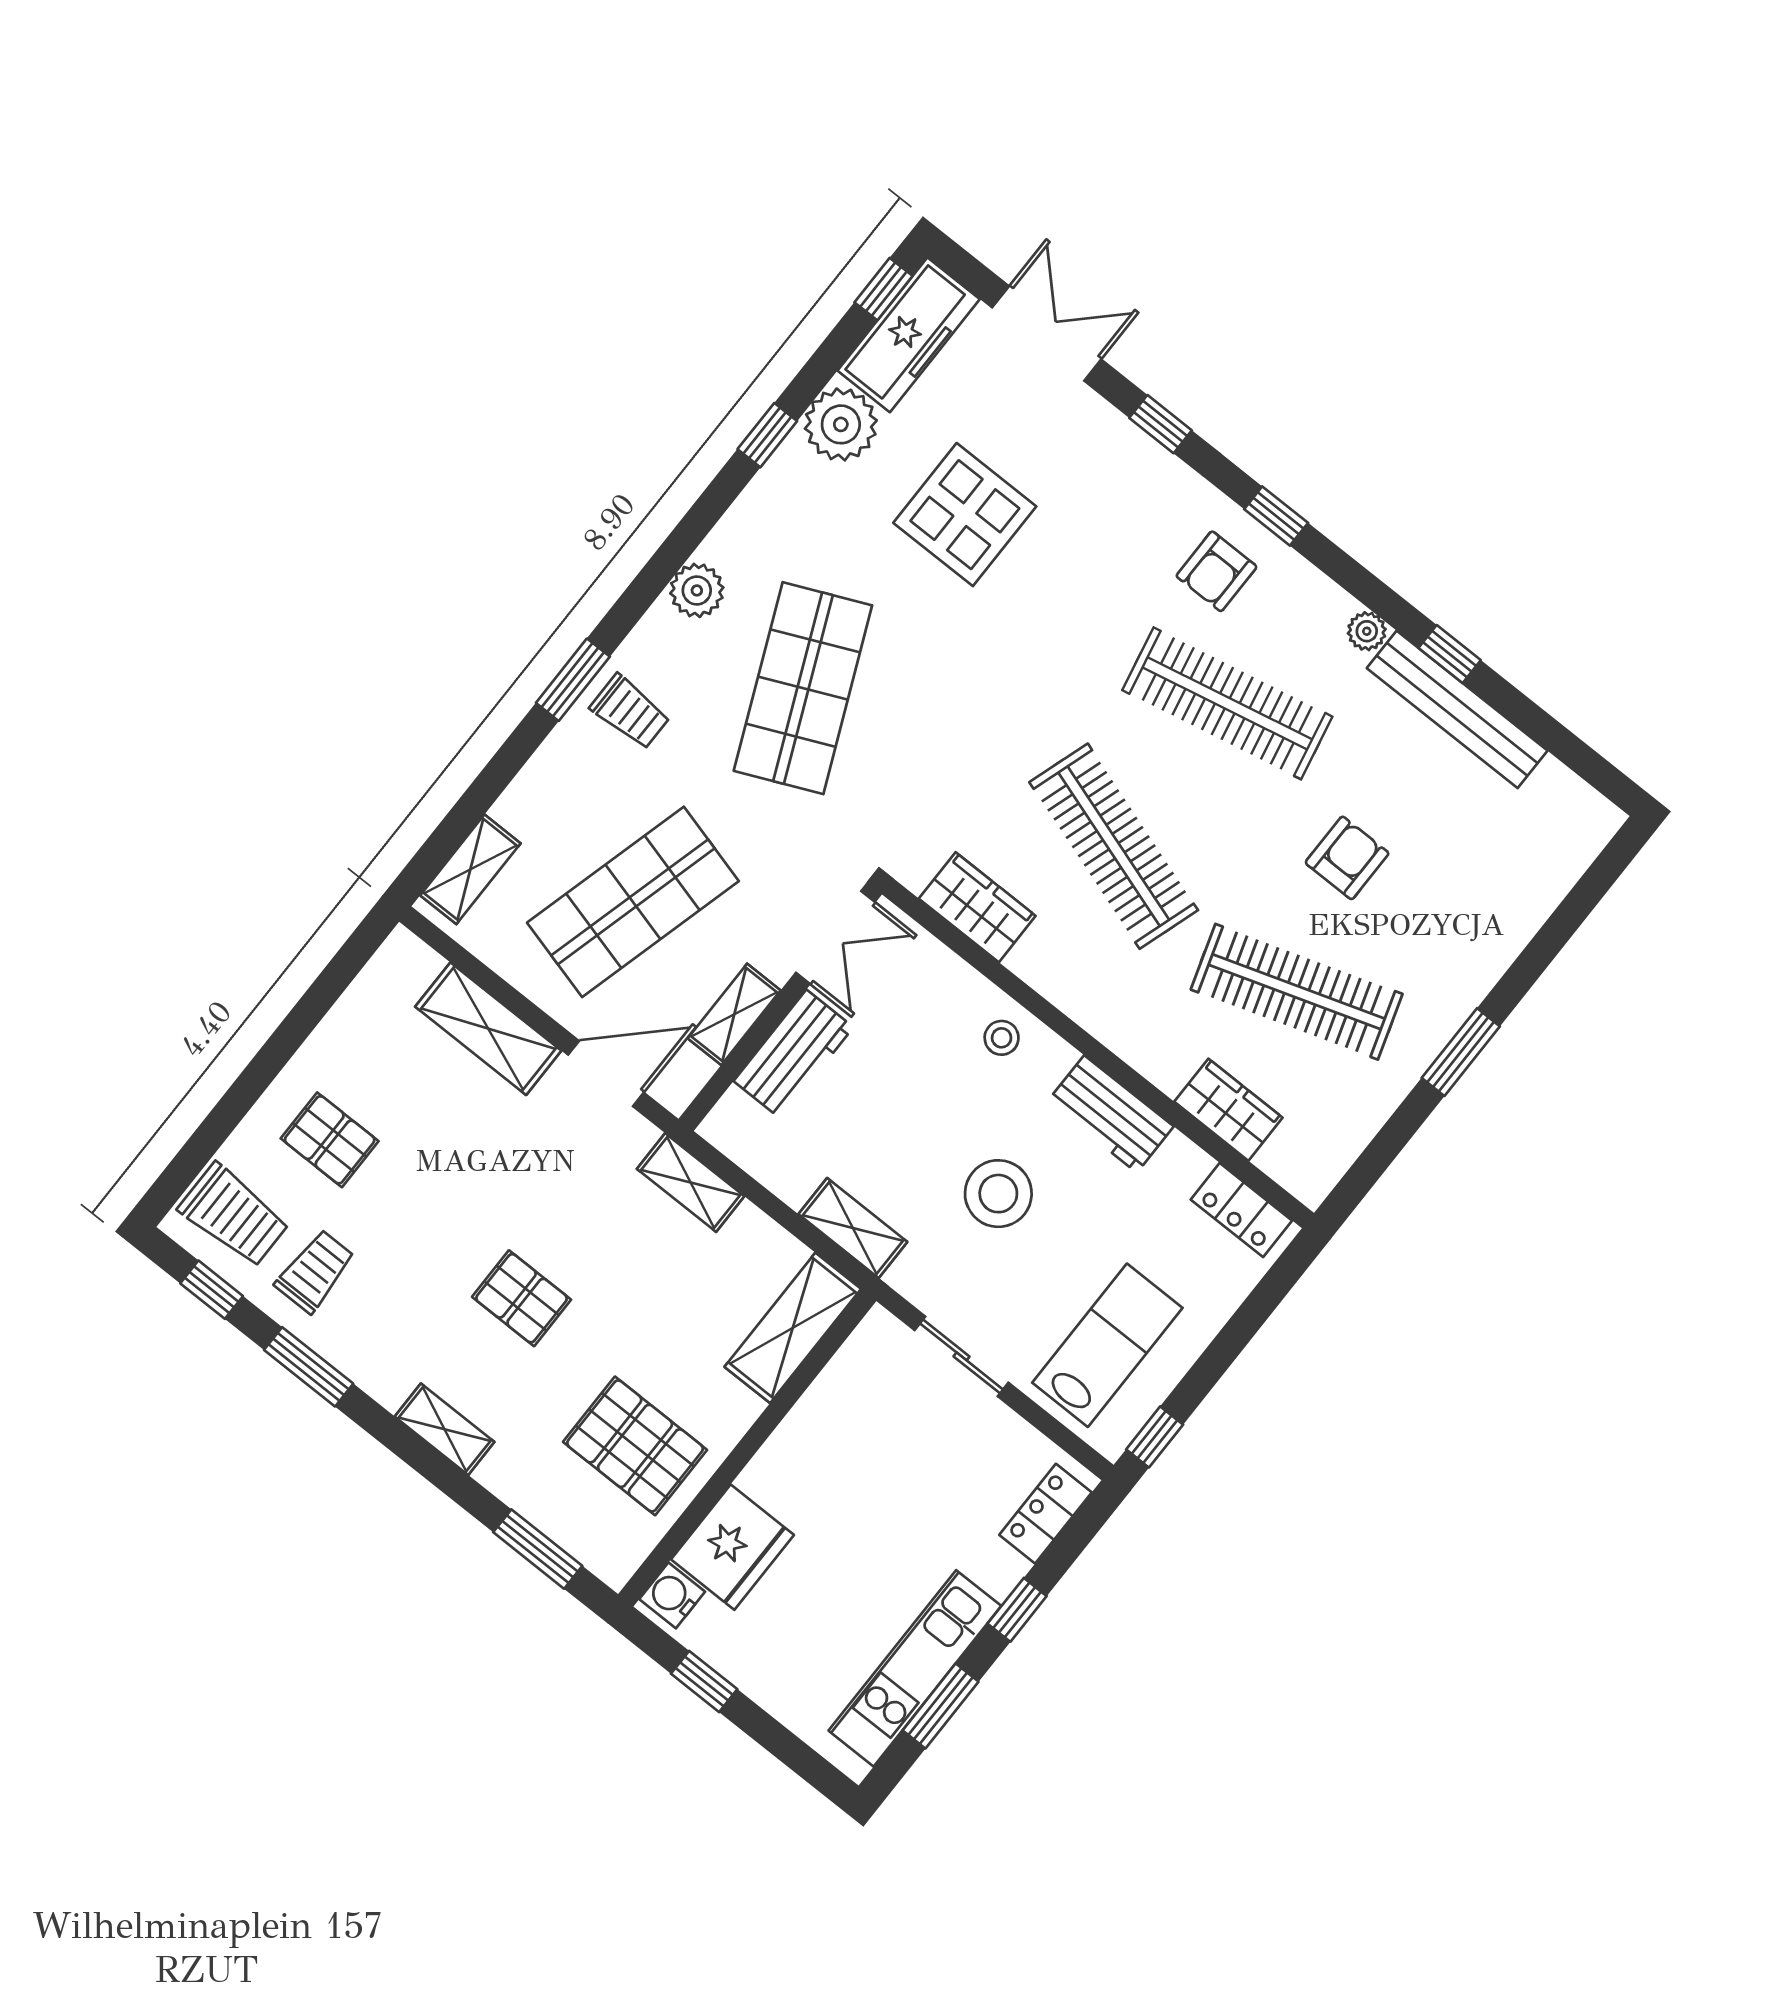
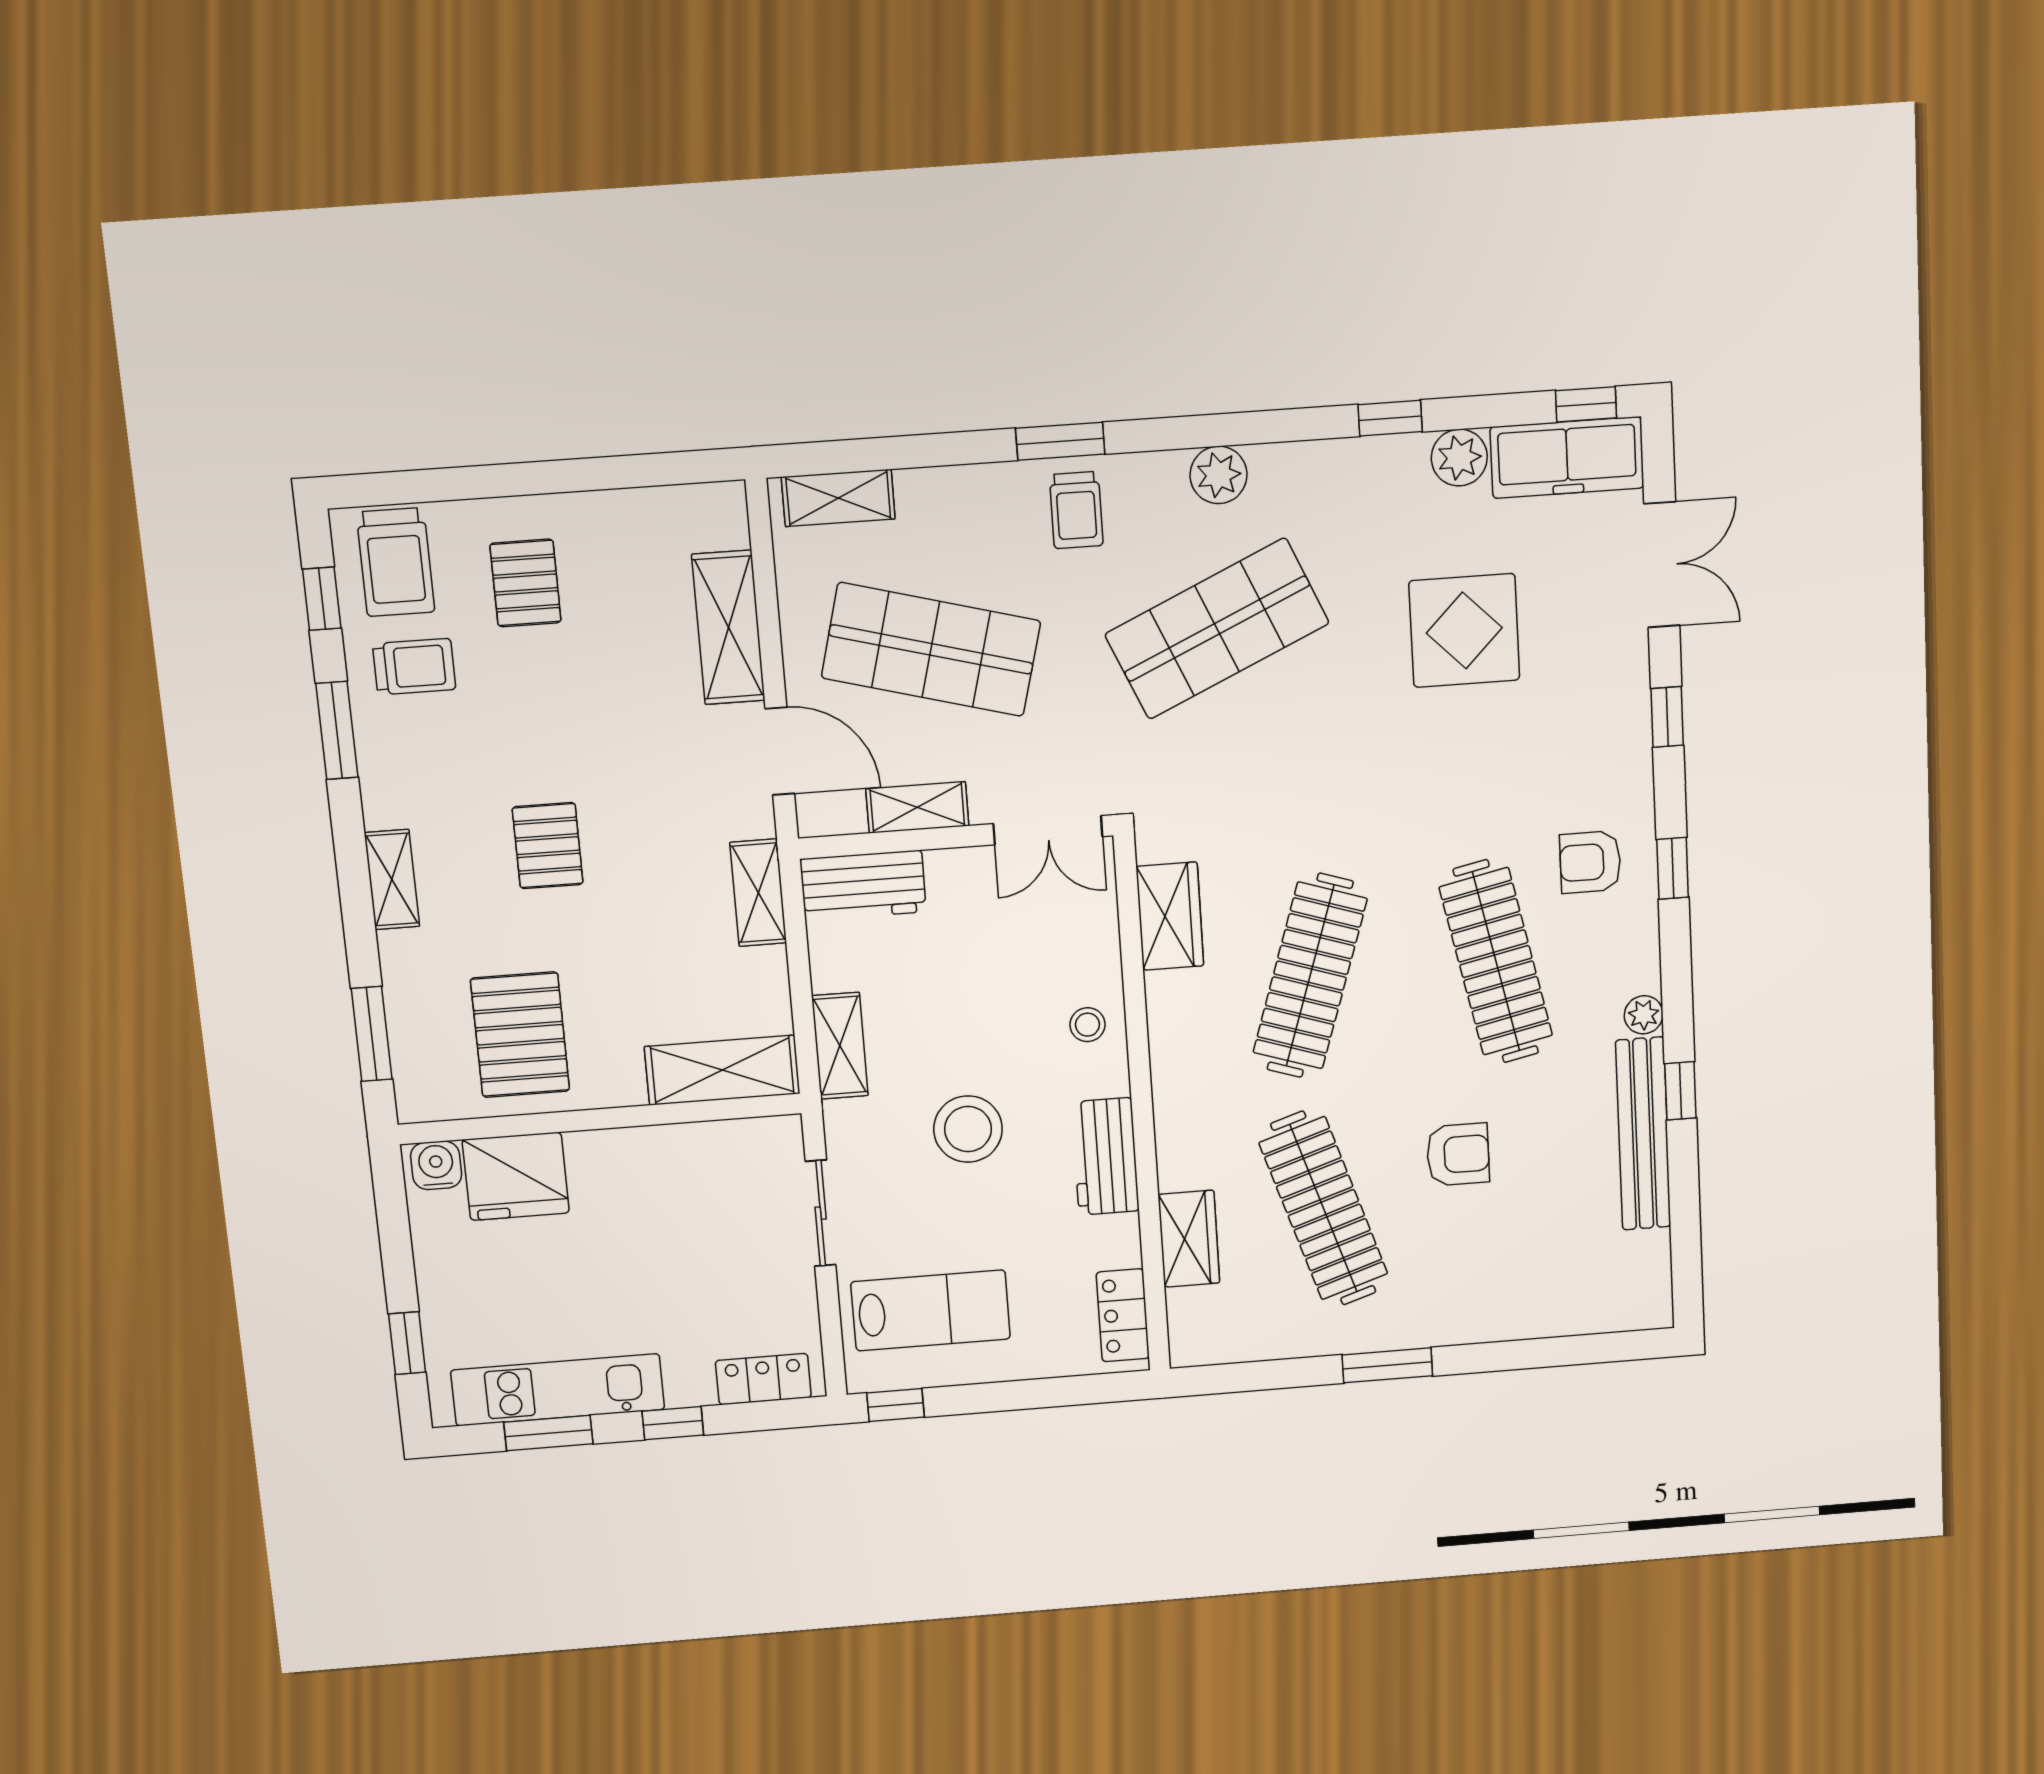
plant: (841, 424) -> (1459, 458), width x0.73, depth x0.73
workbench: (794, 1054) -> (863, 885), moved
window: (704, 1681) -> (407, 1343), moved

